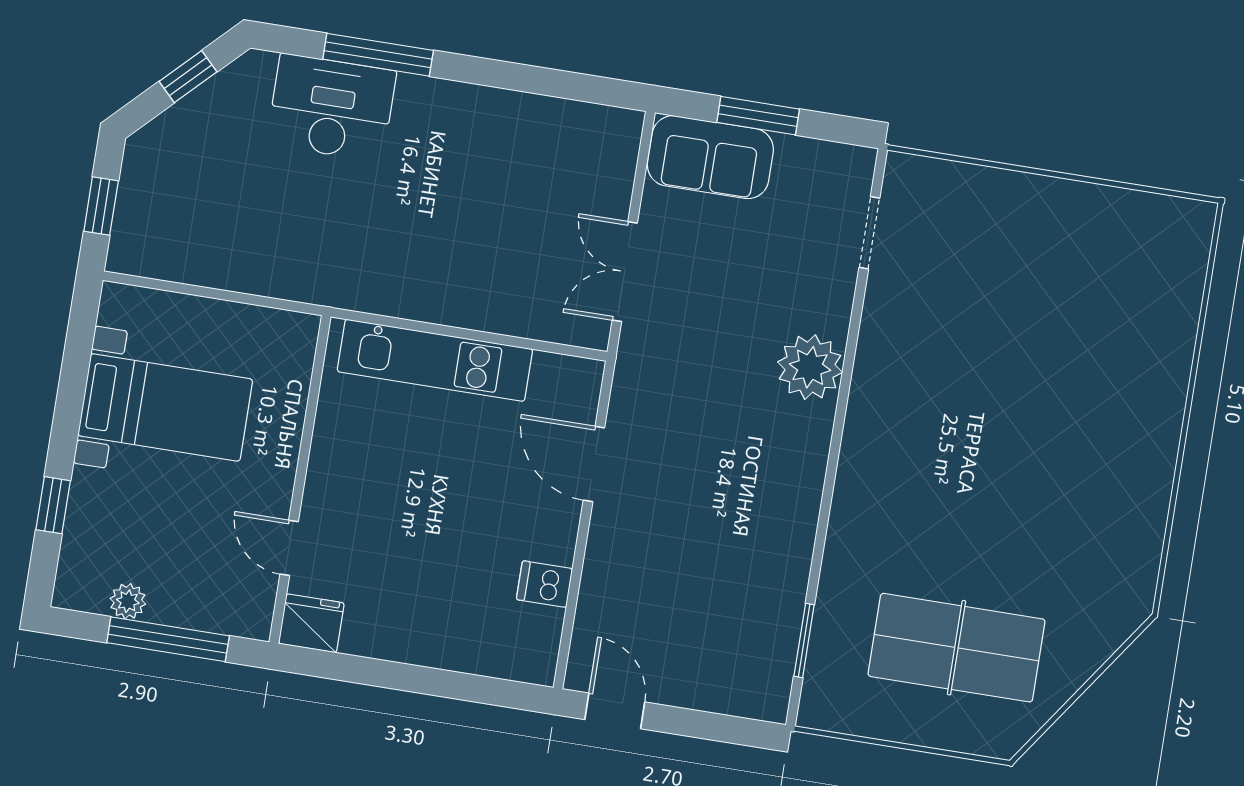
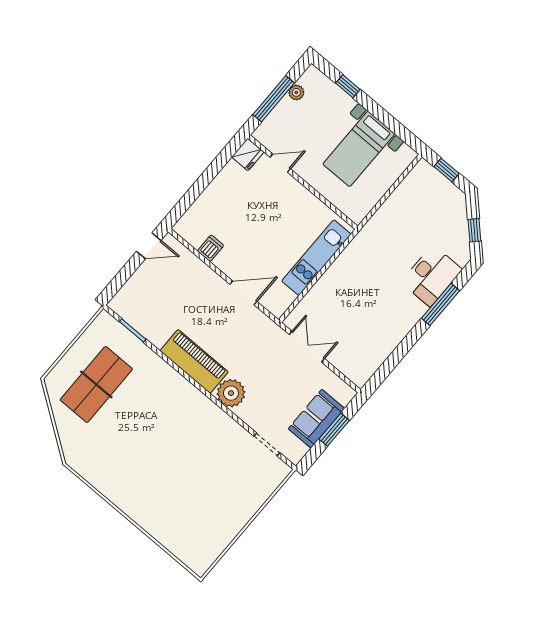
sofa: (710, 157) -> (316, 419), moved
piano: (791, 480) -> (194, 361), added

